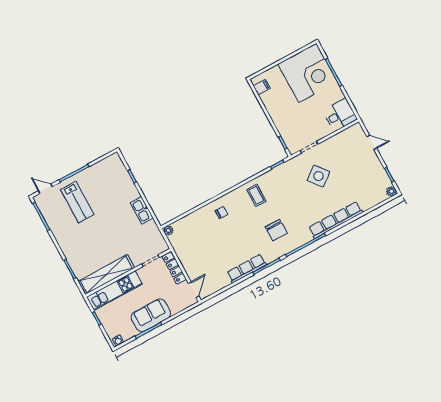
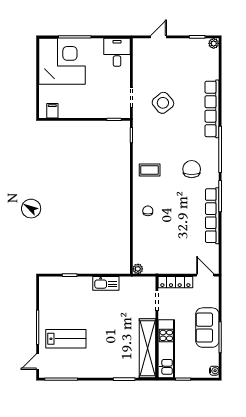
chair: (276, 230) -> (192, 169), turned -90
row of seats: (247, 269) -> (212, 216), width x1.36

